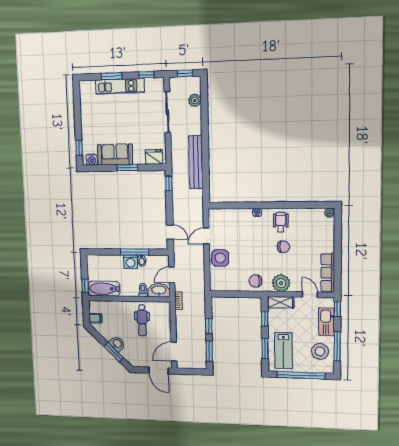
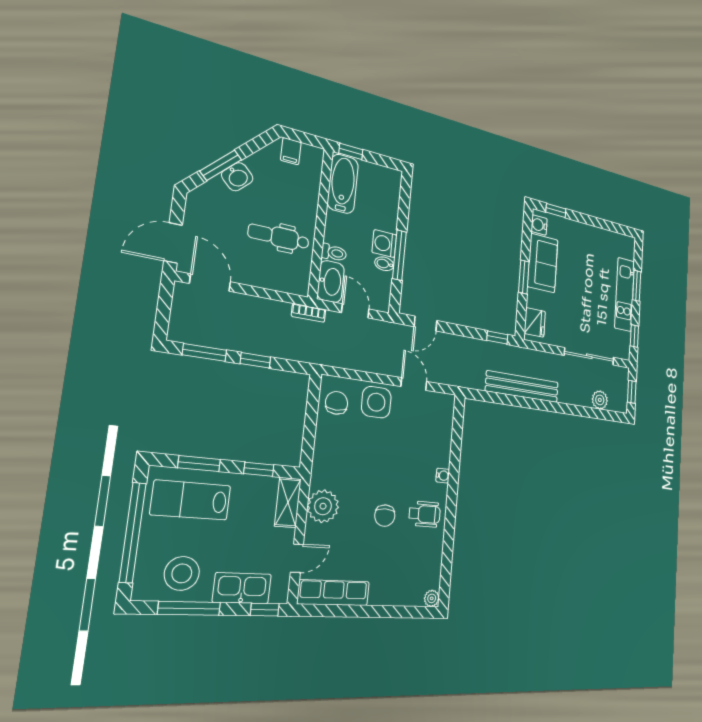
chair: (255, 281) -> (337, 403), moved

